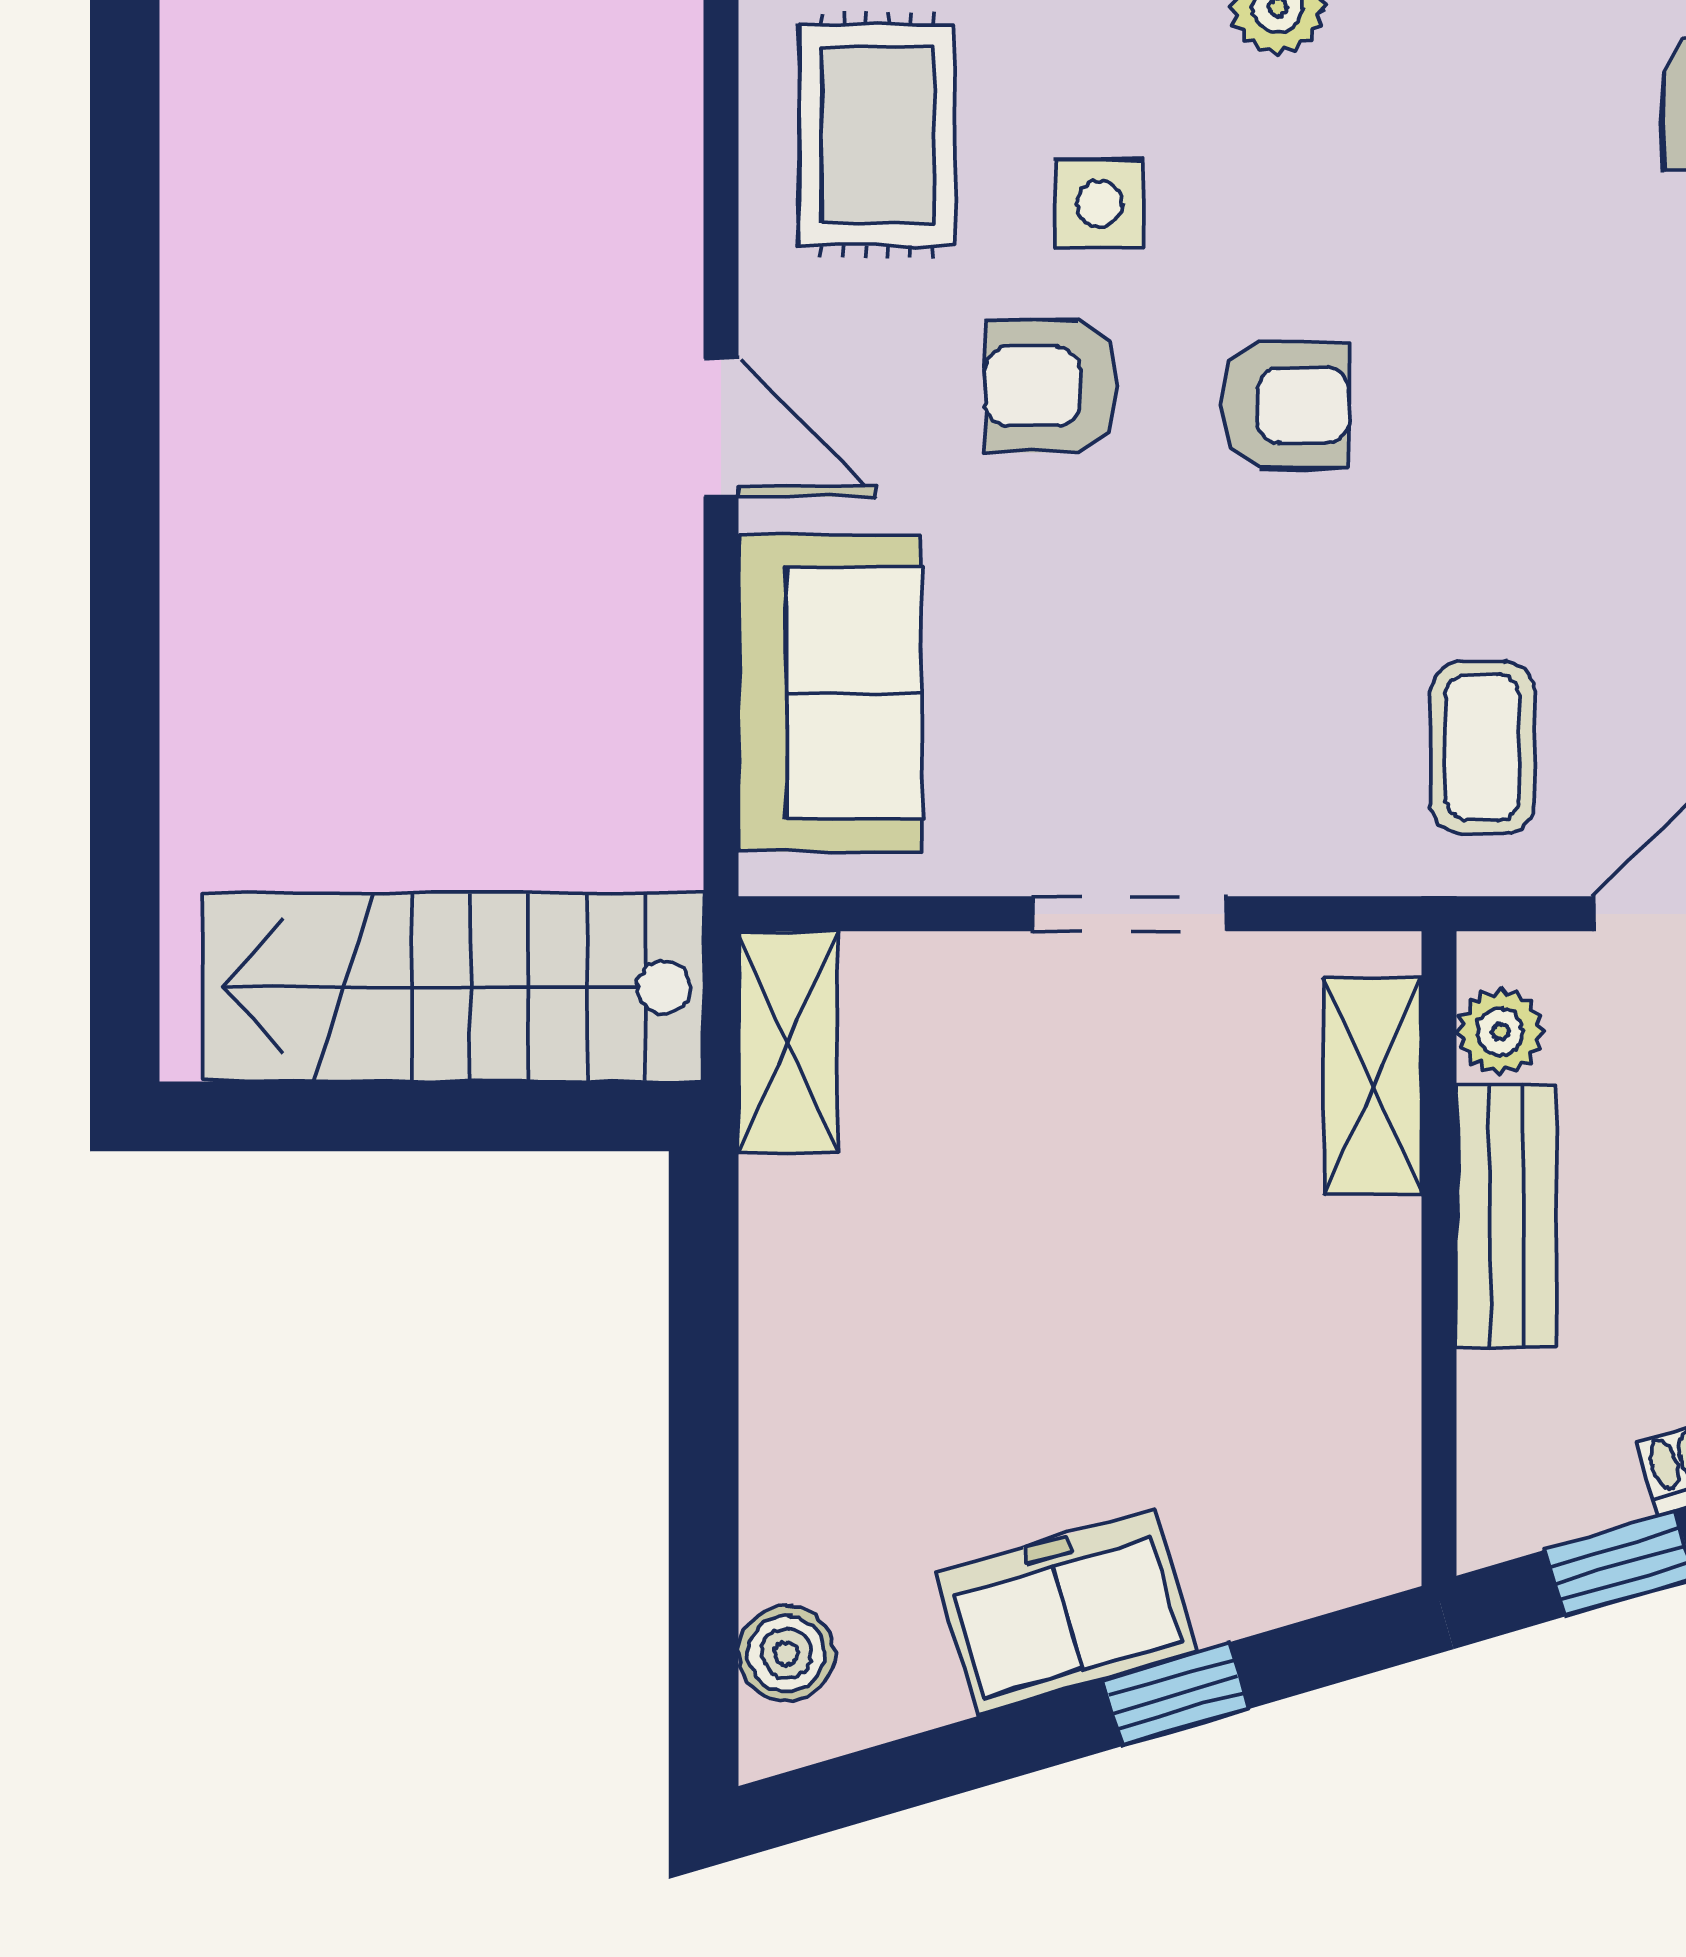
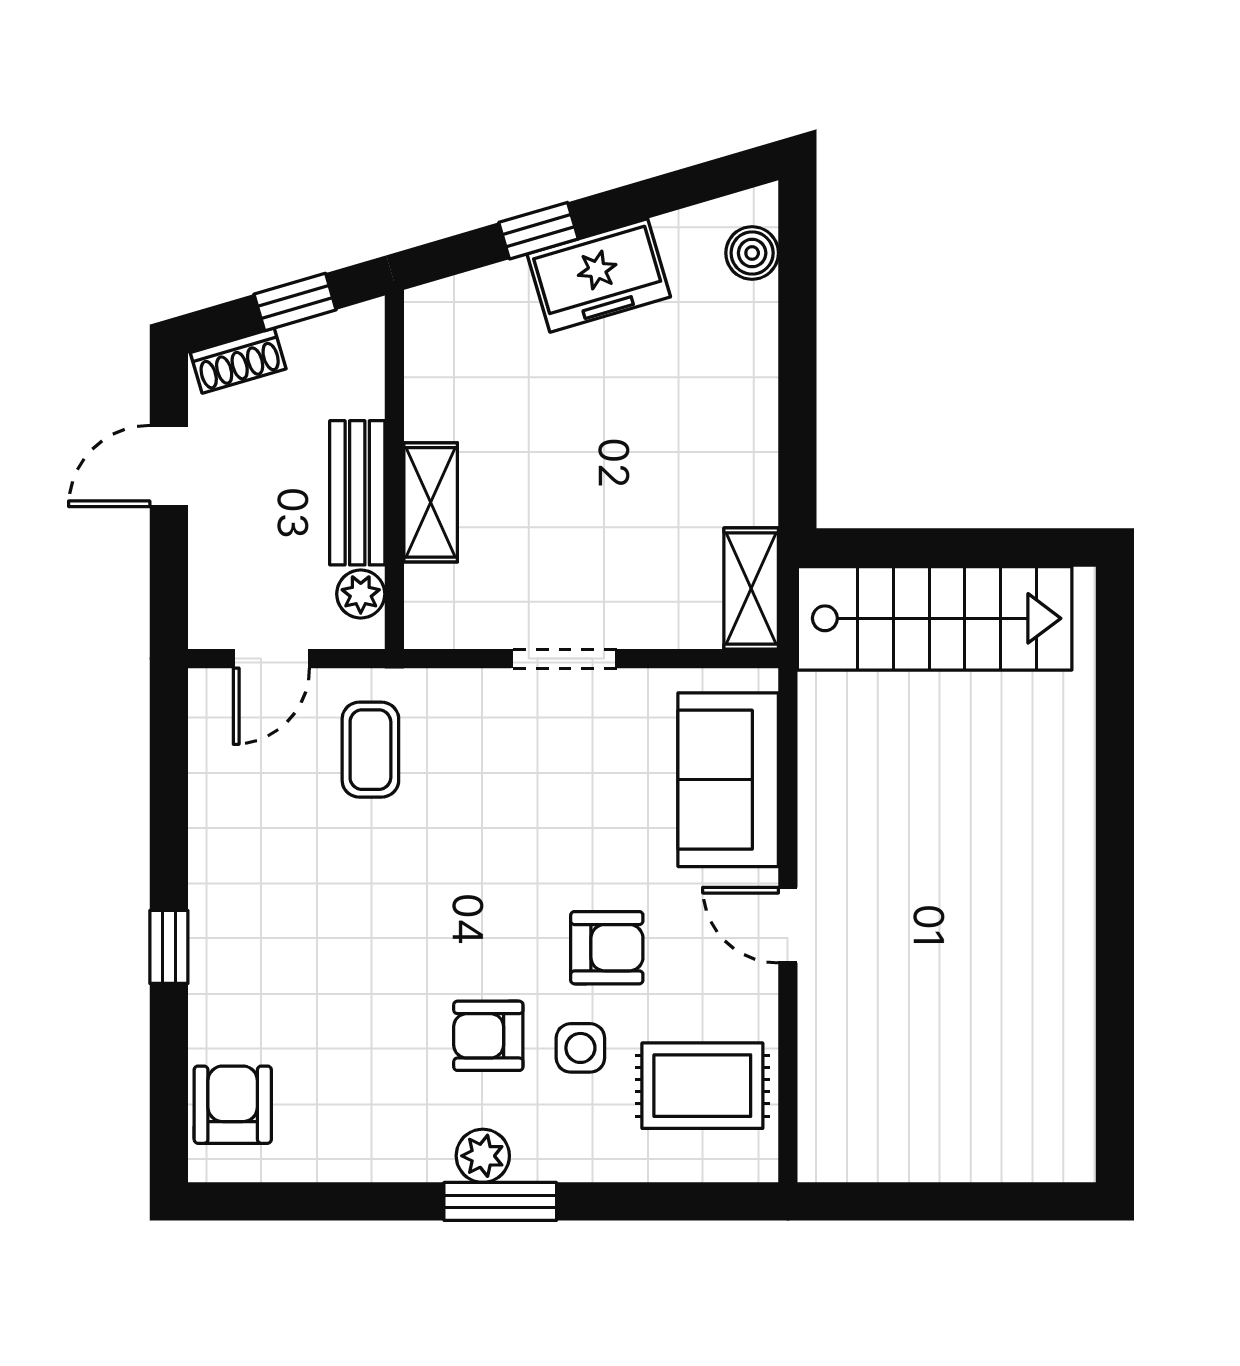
rug: (877, 135) -> (702, 1086), turned 90
armchair: (1285, 405) -> (488, 1036), moved
shelving: (1373, 1086) -> (431, 502), moved

